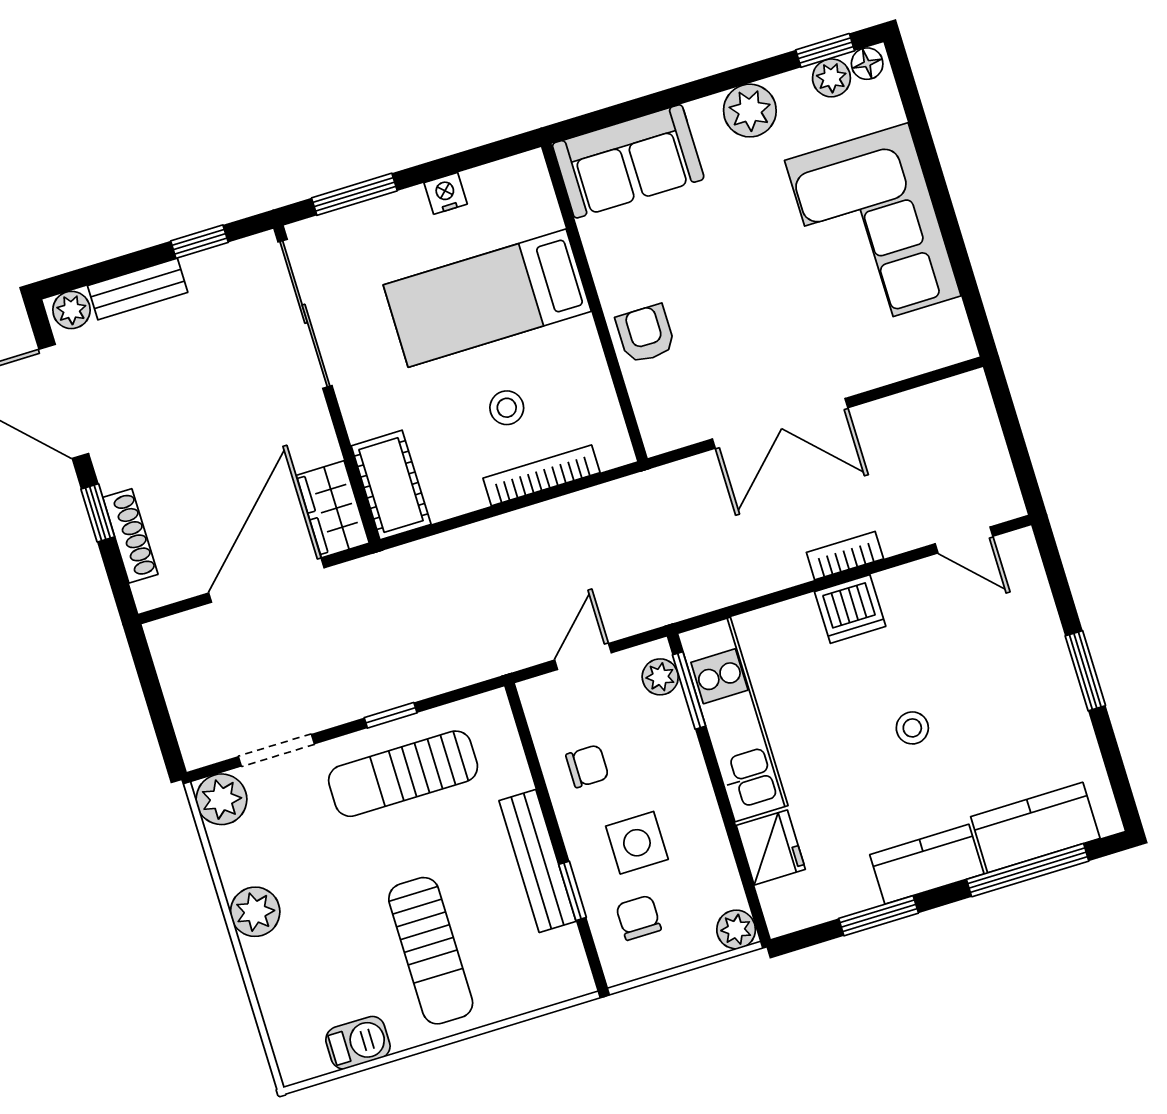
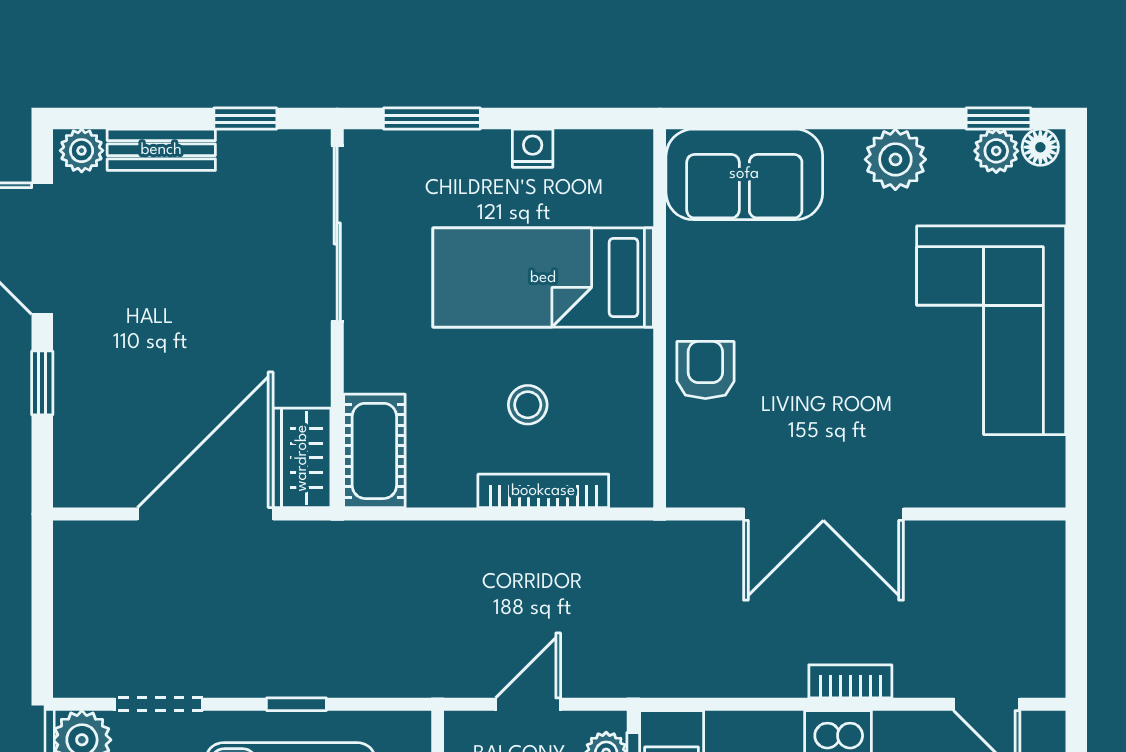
shoe rack: (130, 536) -> (70, 419), removed

